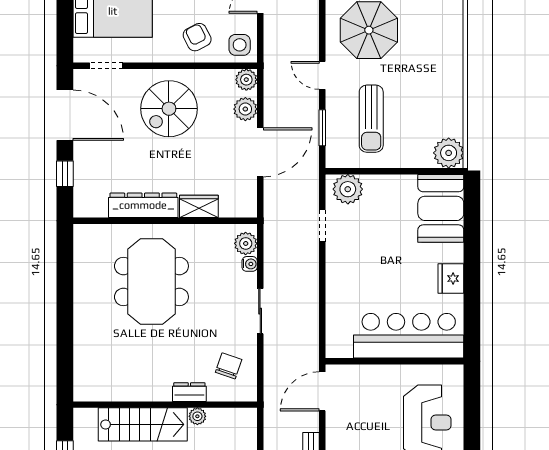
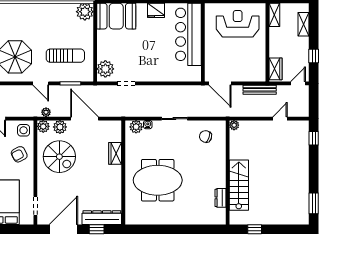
door: (322, 75) -> (41, 83), hinge flipped
plant: (271, 84) -> (46, 112), added
spiral stairs: (169, 109) -> (59, 157), moved
dresser: (143, 205) -> (102, 218), moved, turned 90
dresser: (189, 392) -> (220, 198), moved
plant: (197, 416) -> (234, 125), moved

